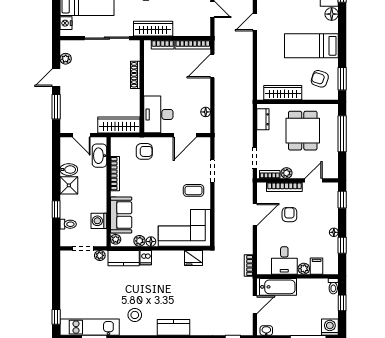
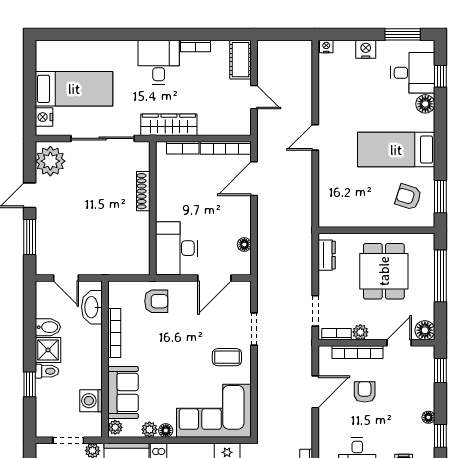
door: (255, 22) -> (315, 137), moved
plant: (66, 59) -> (50, 161), width x1.88, depth x1.88
wardrobe: (283, 93) -> (355, 217), removed
wardrobe: (119, 125) -> (120, 263), removed
floor lamp: (331, 172) -> (425, 330), added
toilet: (68, 224) -> (47, 371), moved

